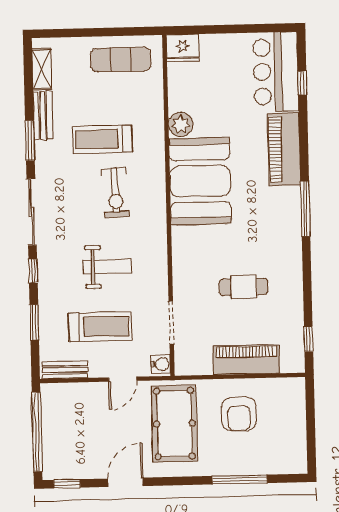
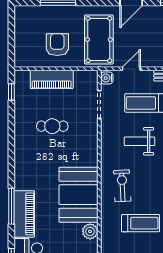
exercise bike: (115, 193) -> (122, 186), moved
window: (305, 209) -> (11, 206), moved

